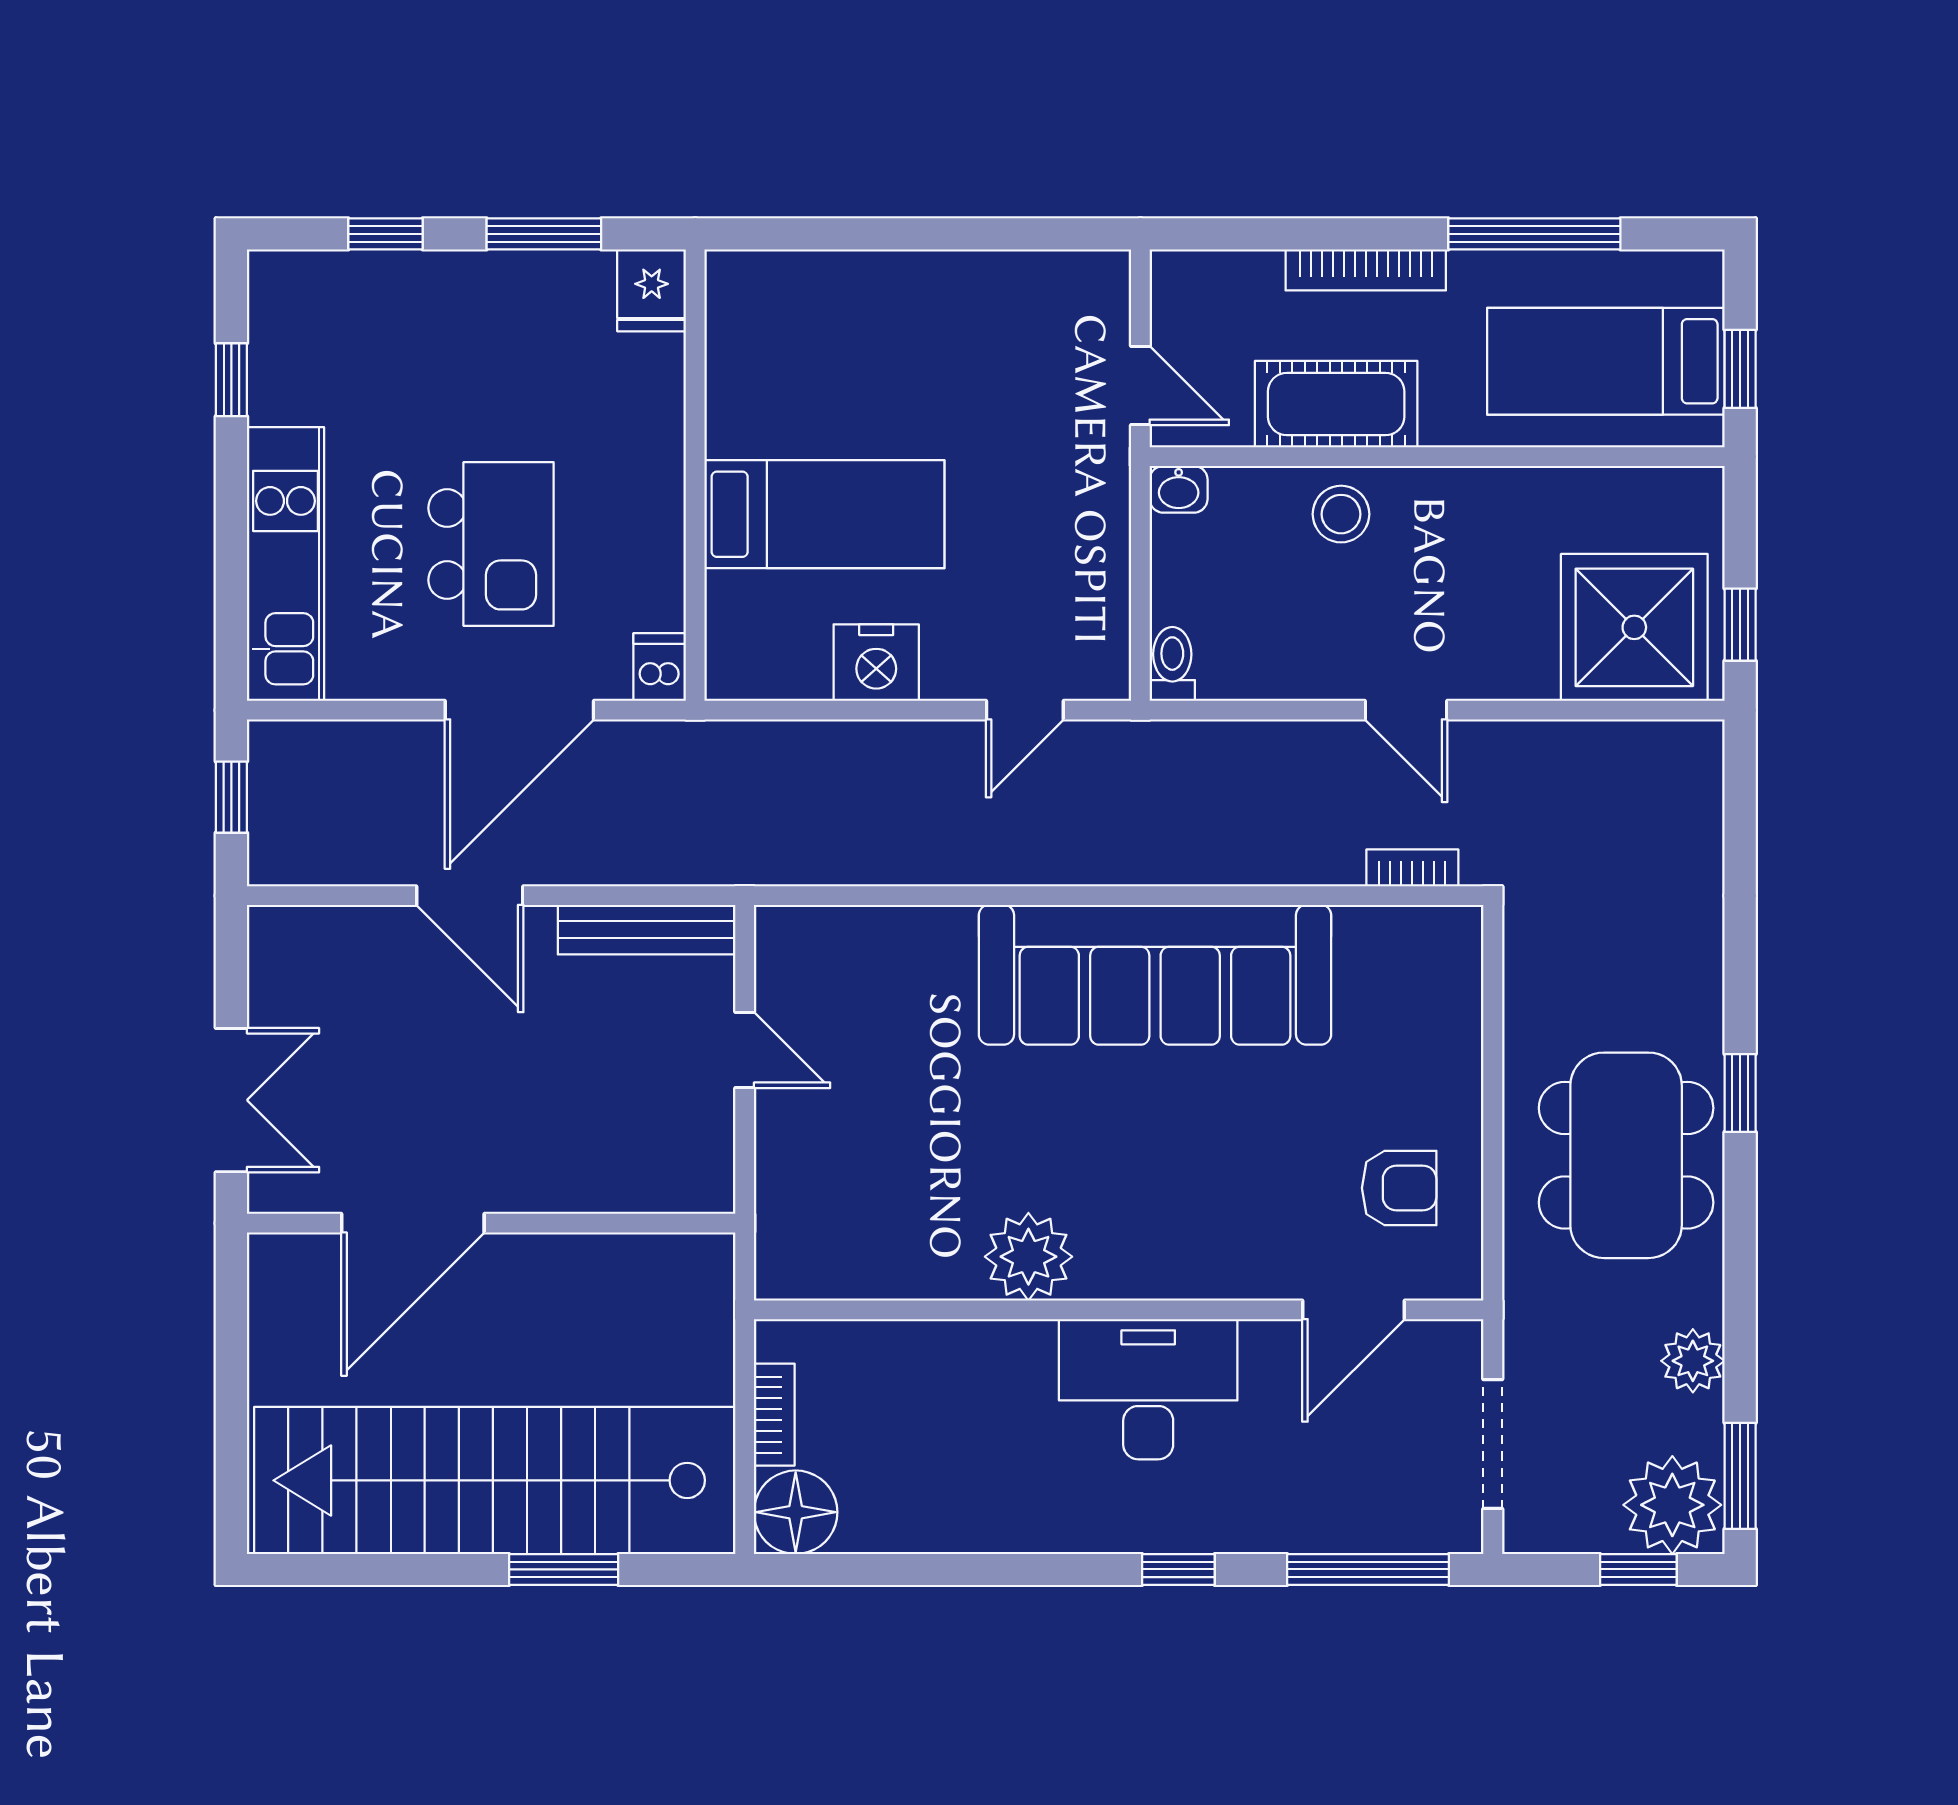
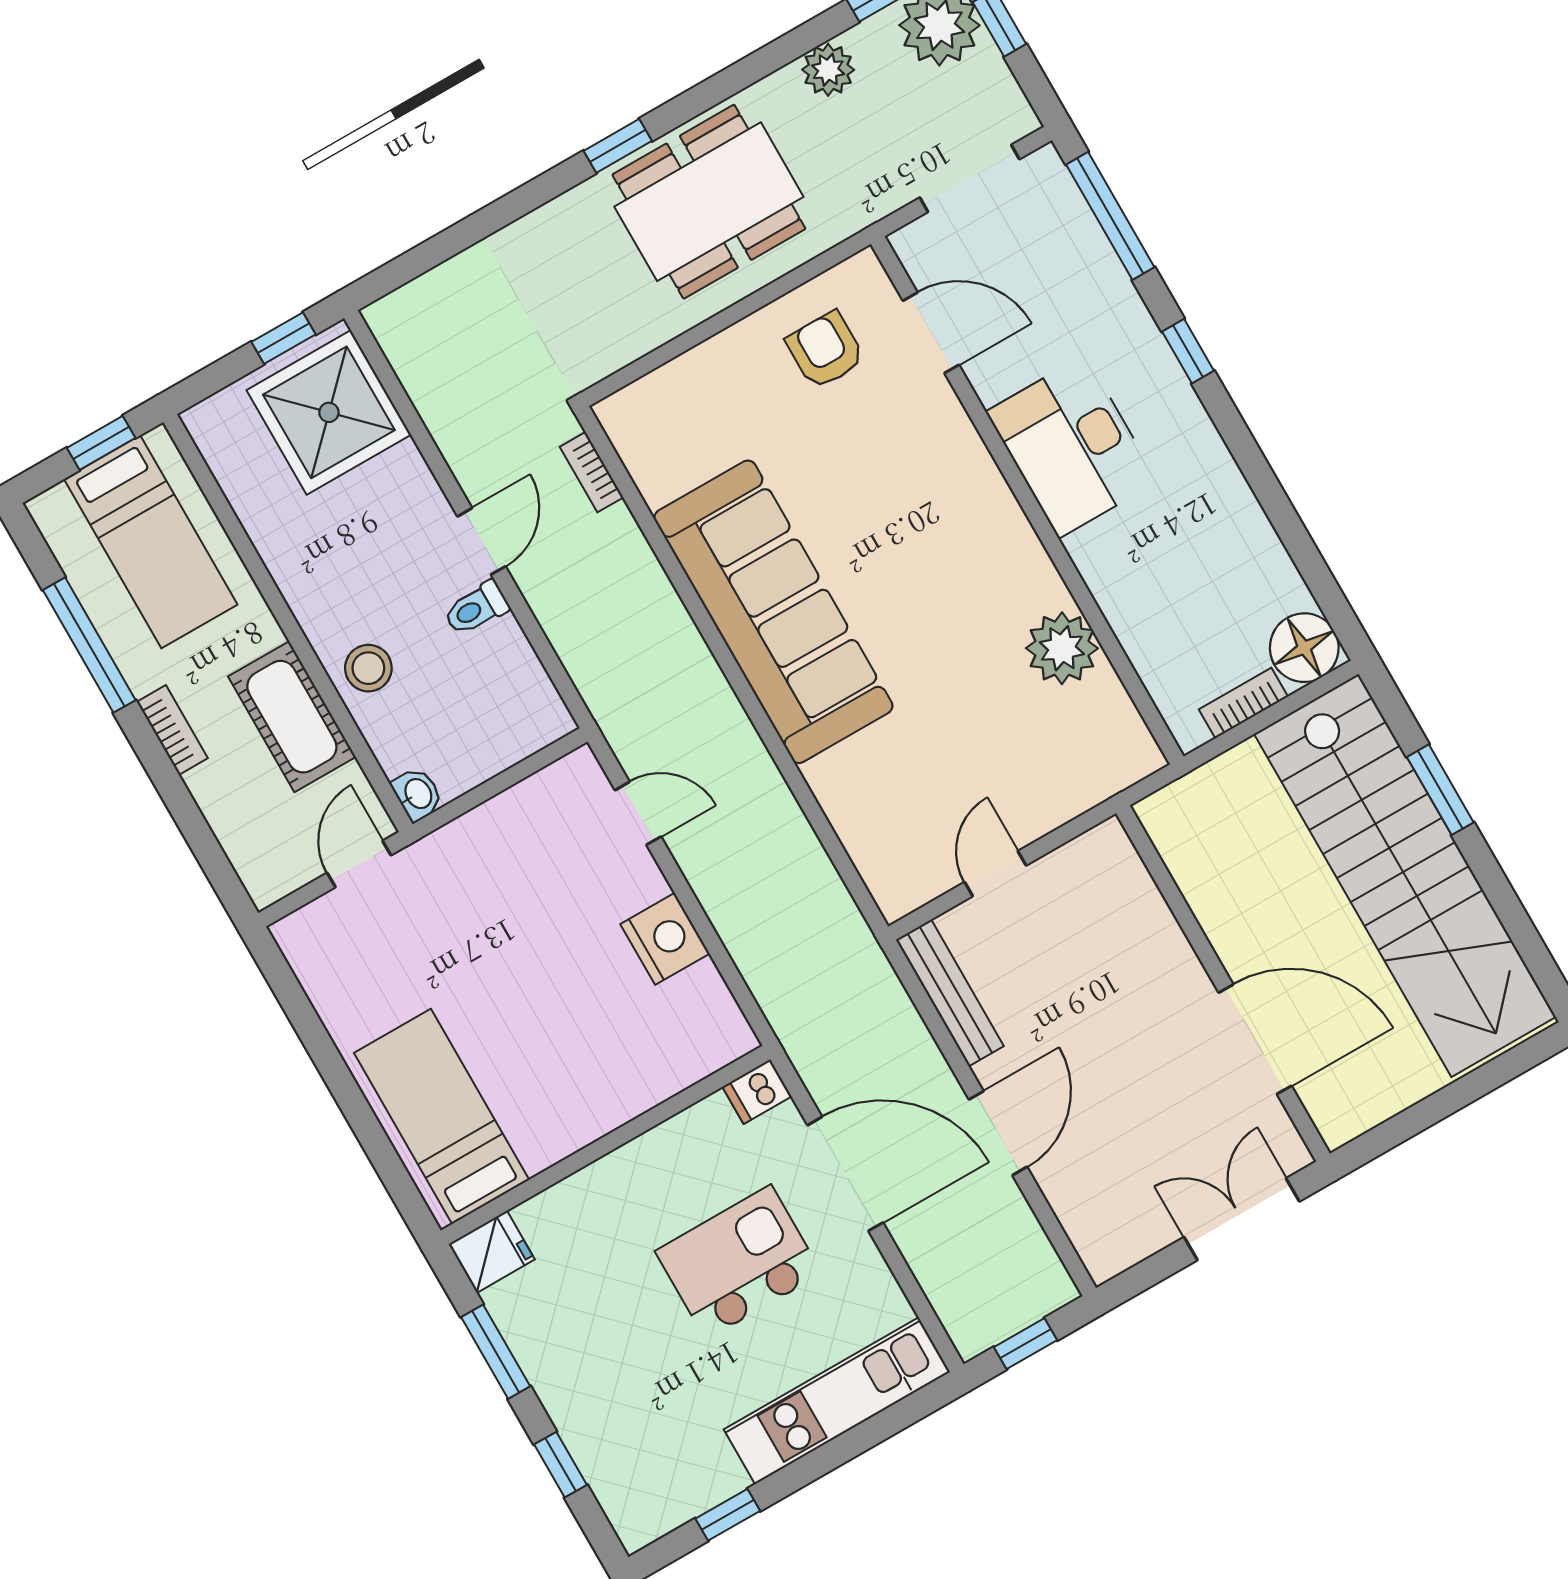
bookcase: (1366, 270) -> (172, 730), width x0.64
bed: (824, 514) -> (442, 1116), moved
toilet: (1172, 664) -> (476, 608), moved
plant: (1028, 1257) -> (1062, 648), moved

